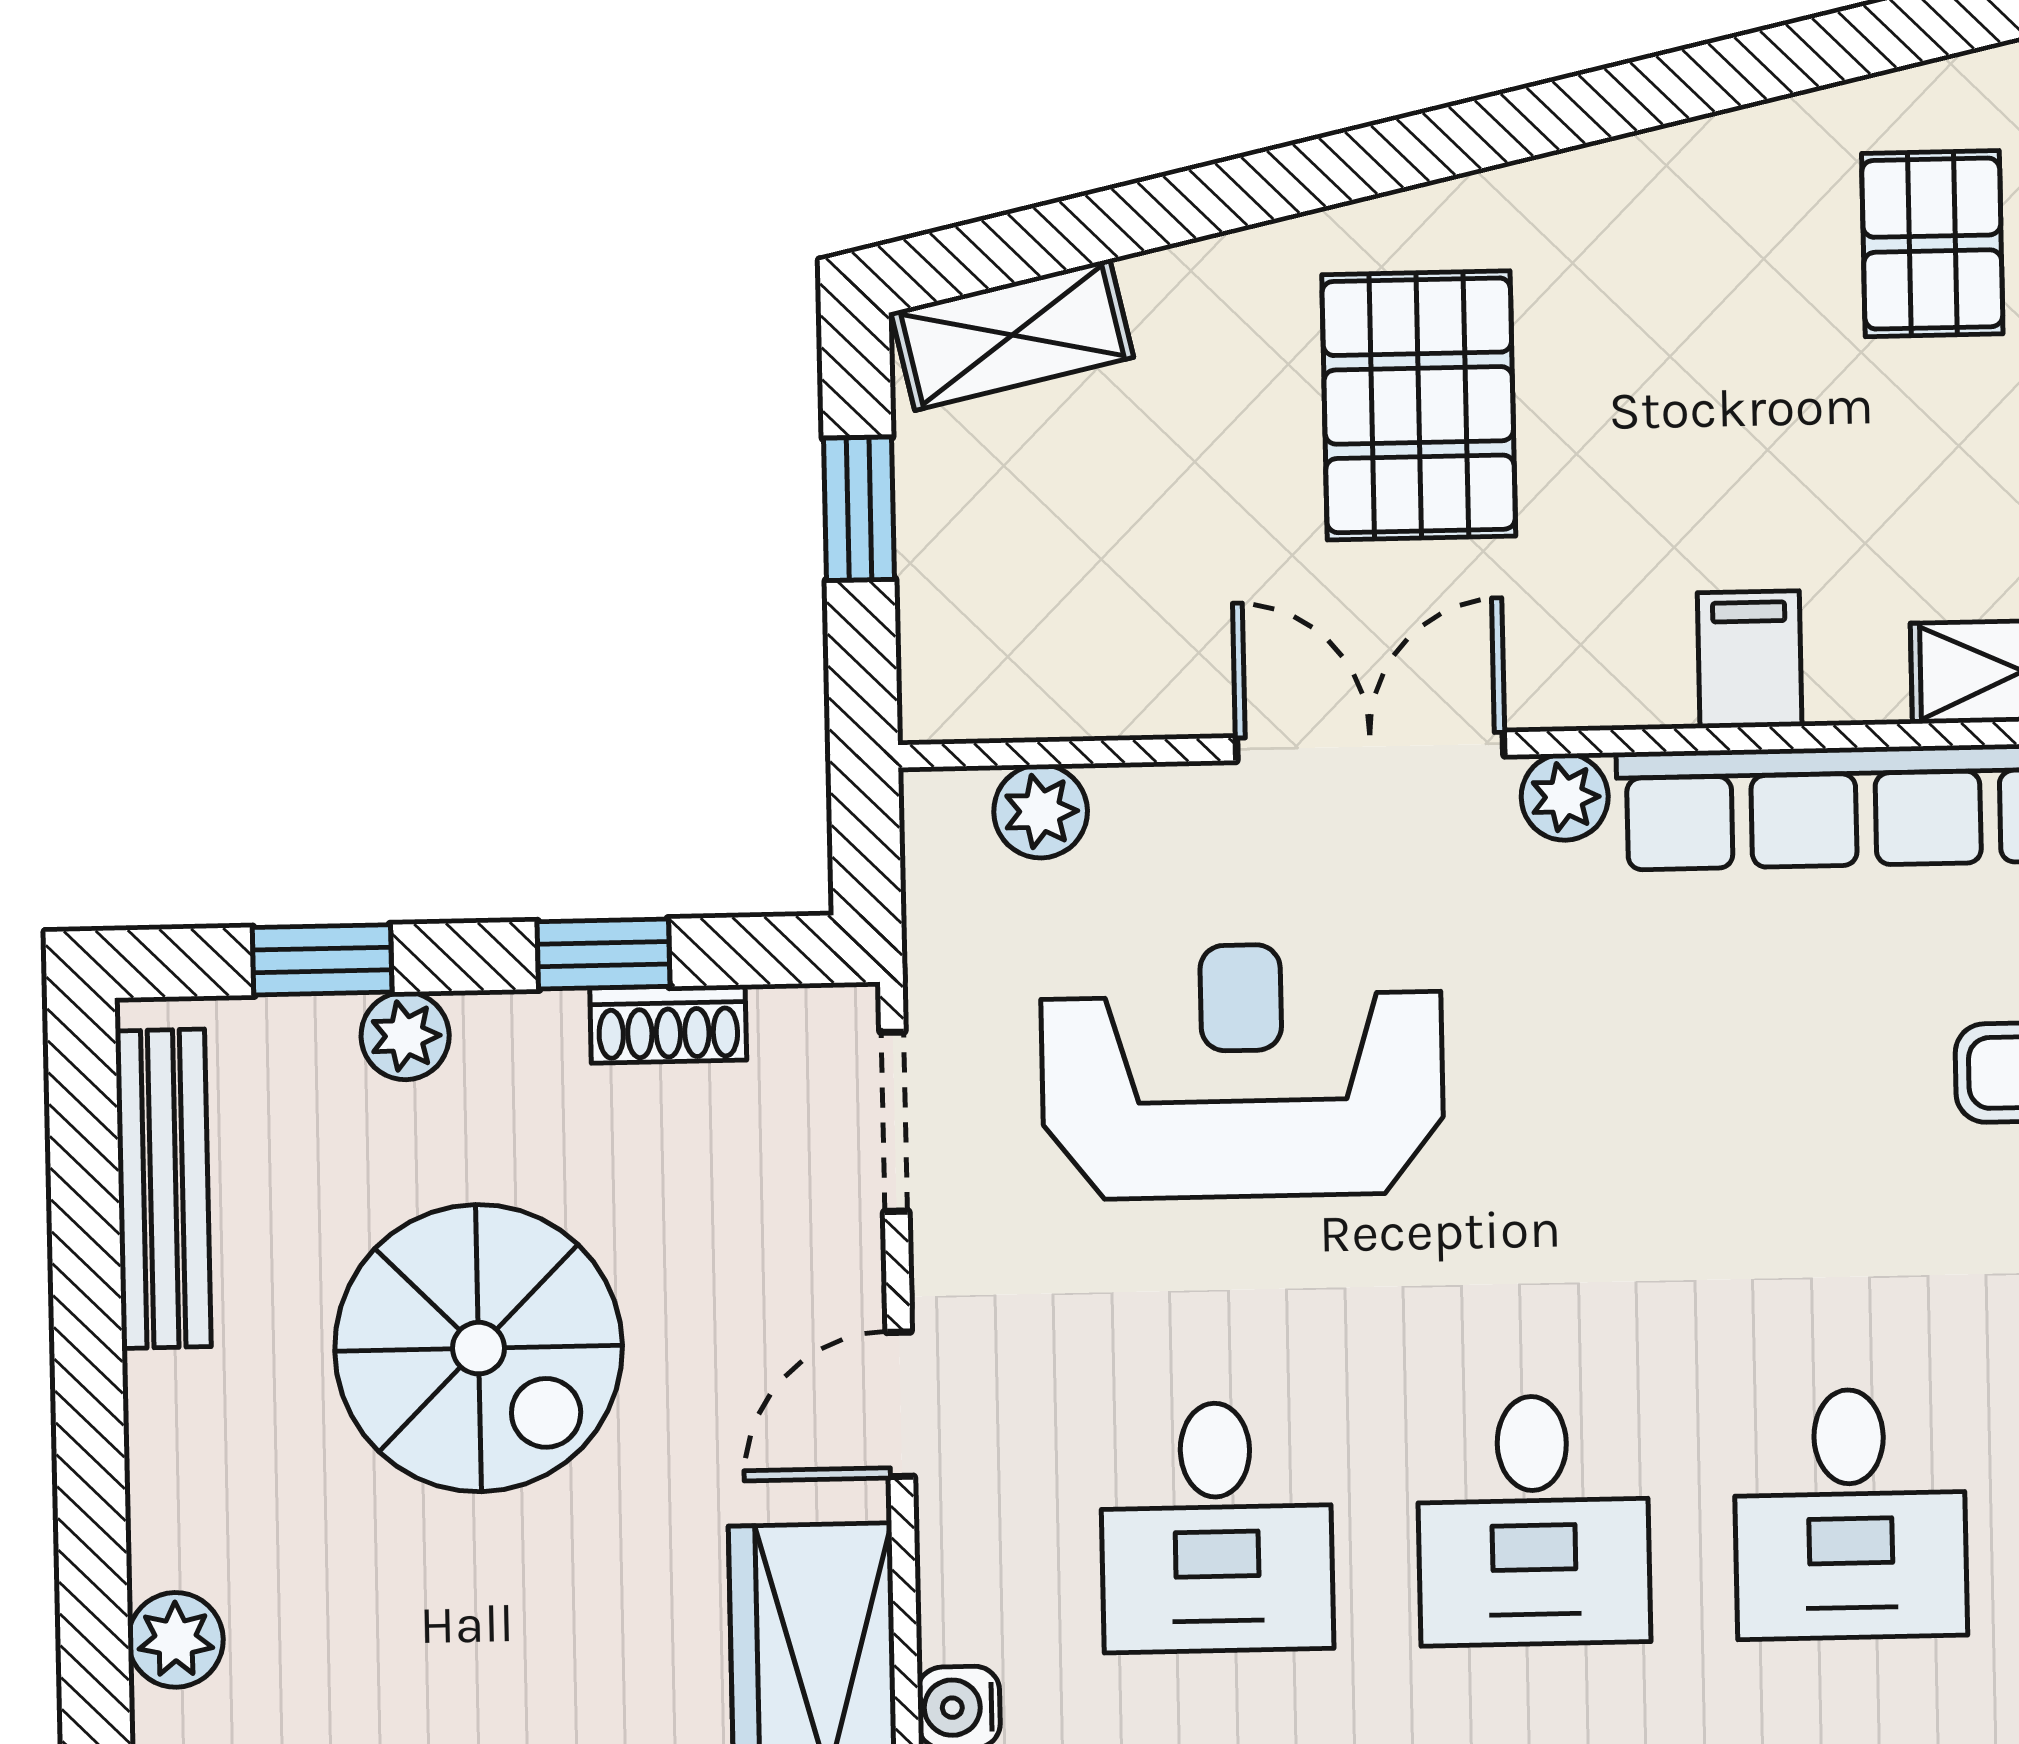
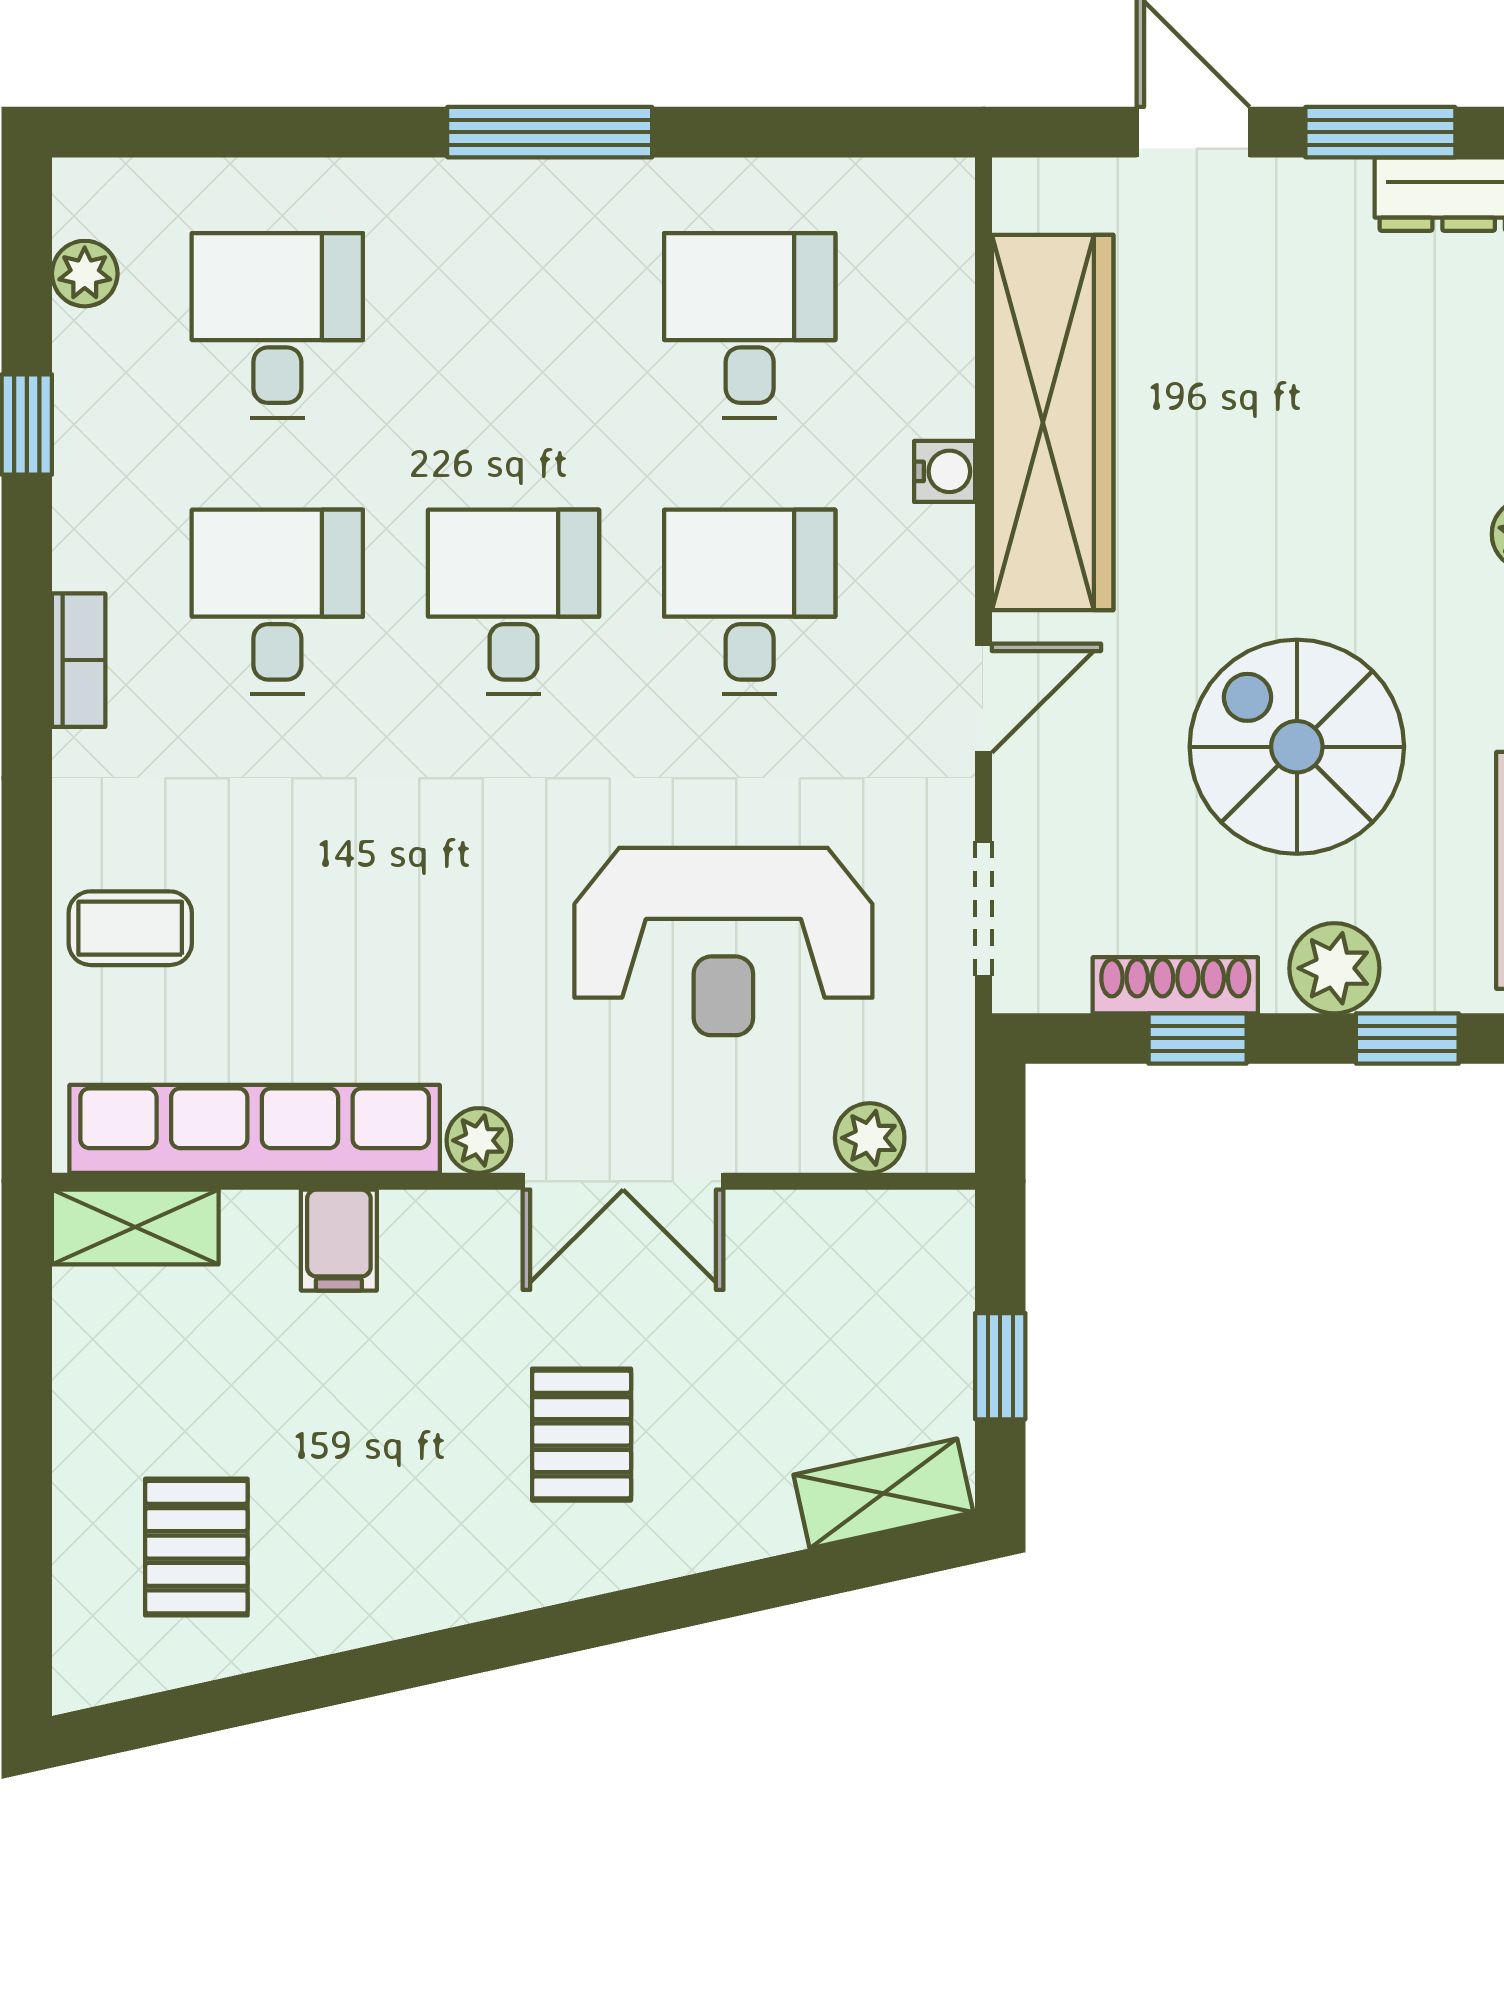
pallet: (1419, 405) -> (582, 1435), width x0.67, depth x0.71
shoe rack: (668, 1024) -> (1175, 985), width x1.43
plant: (405, 1036) -> (1334, 968), width x1.38, depth x1.38

